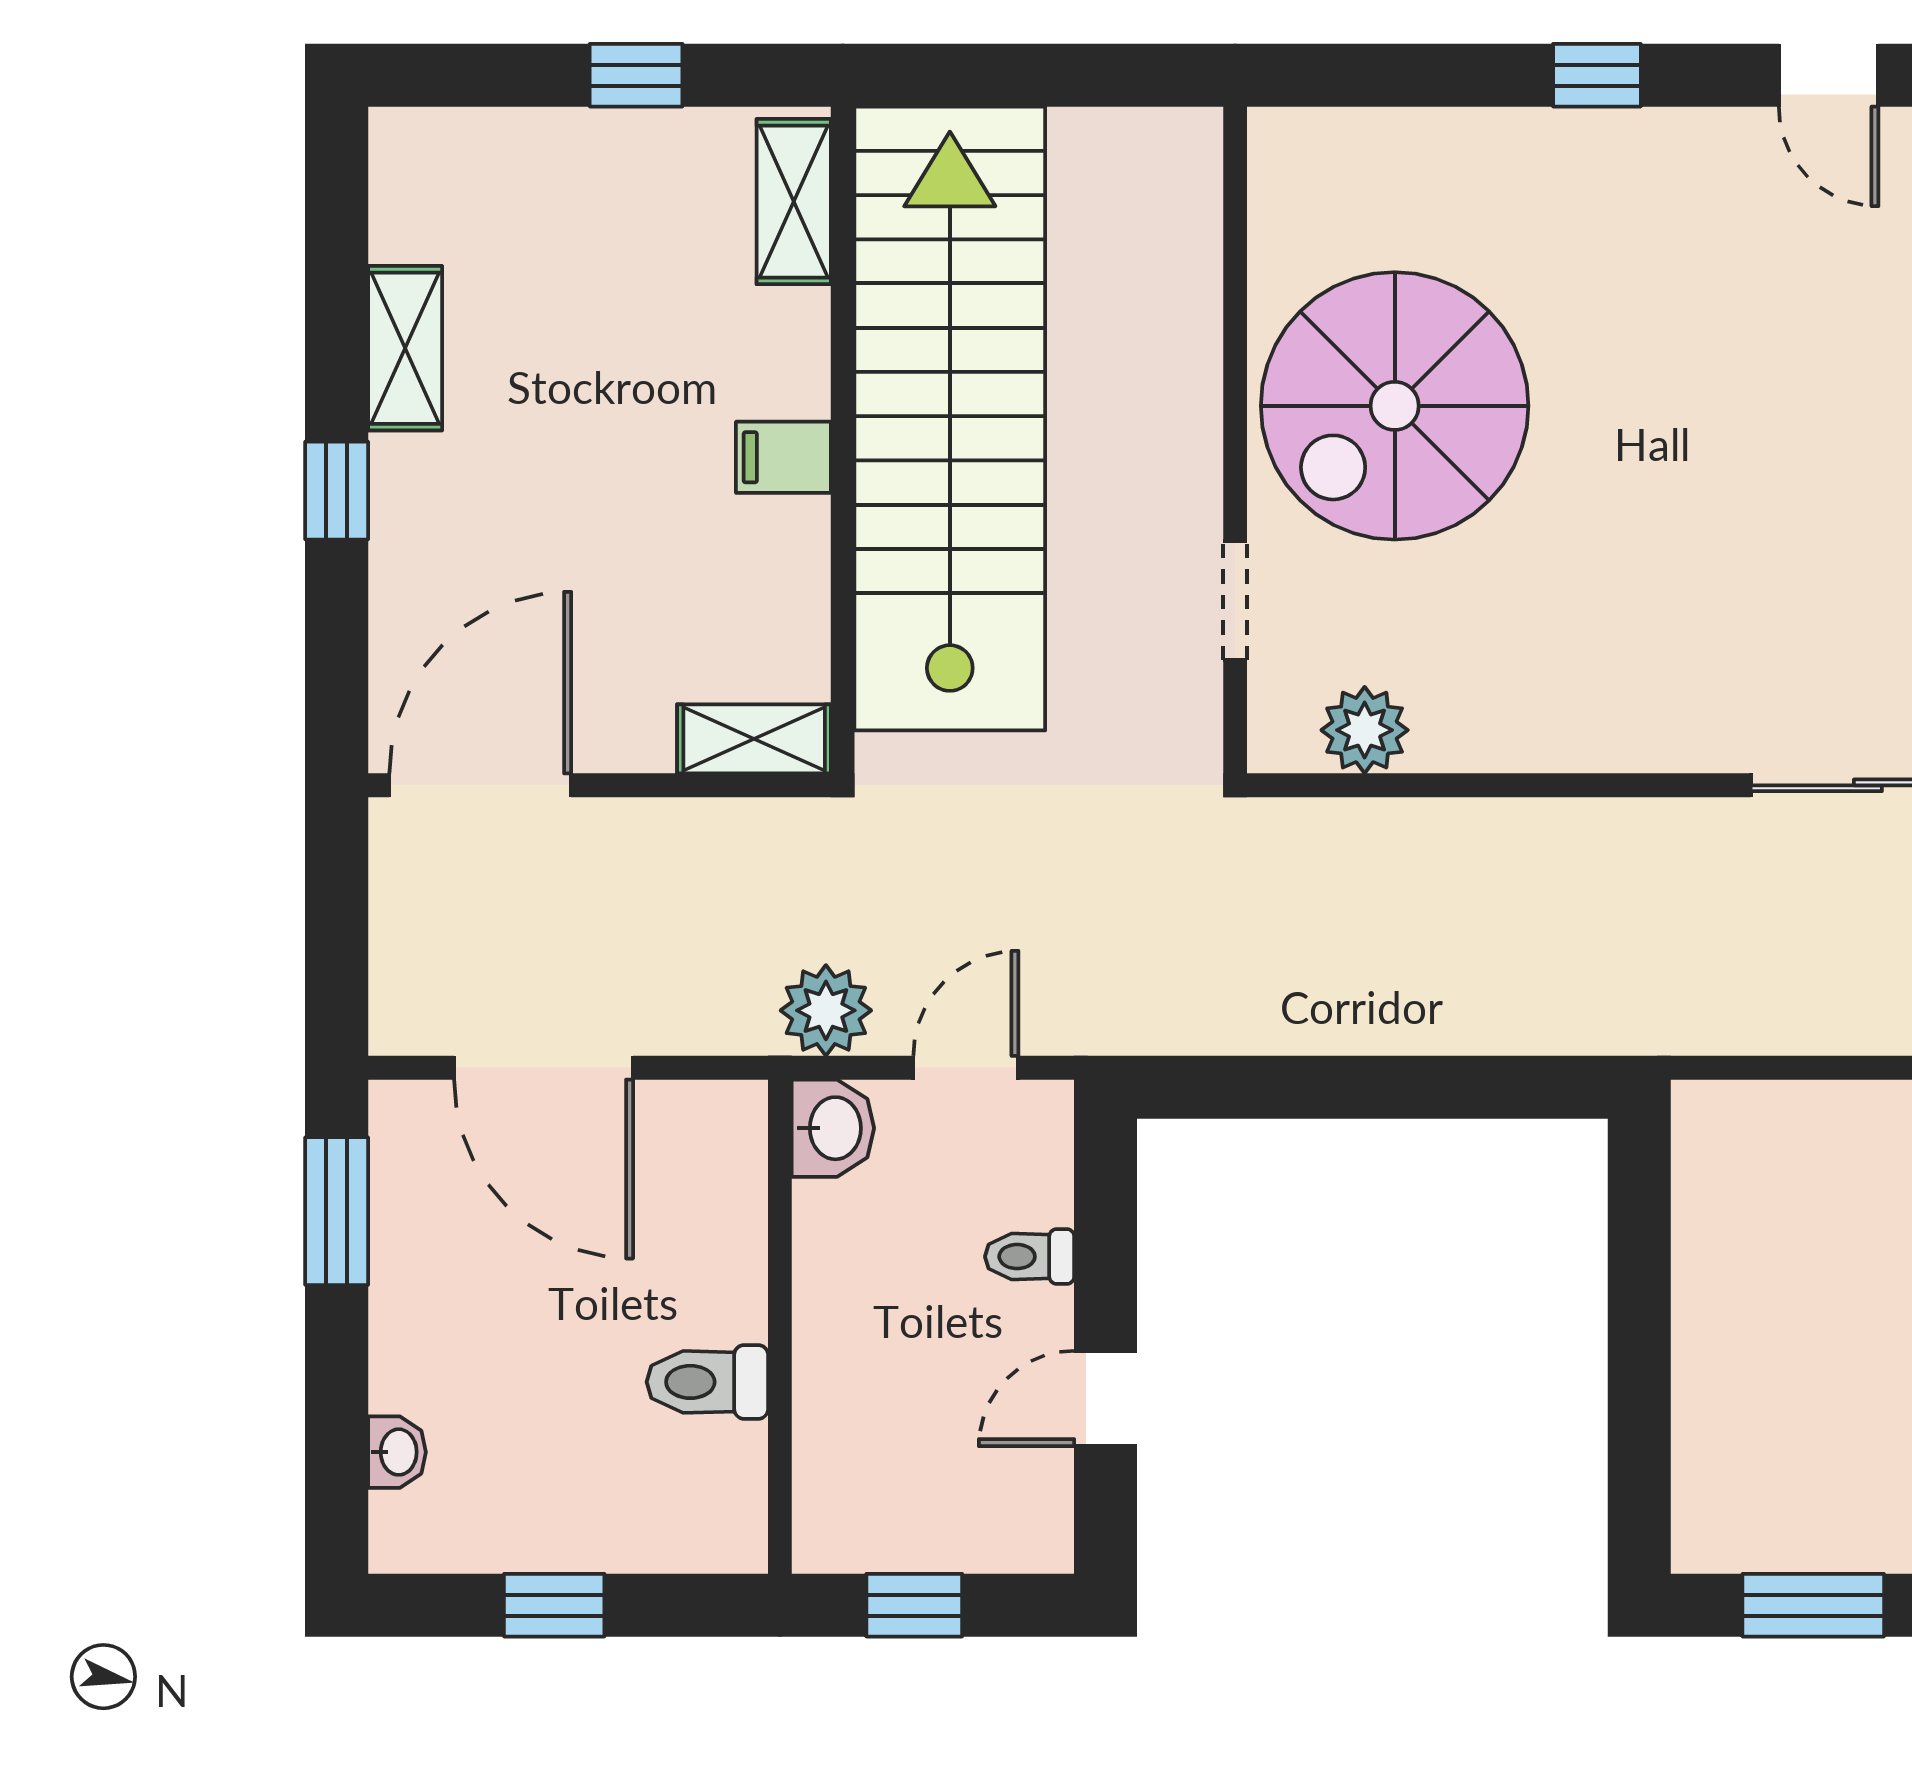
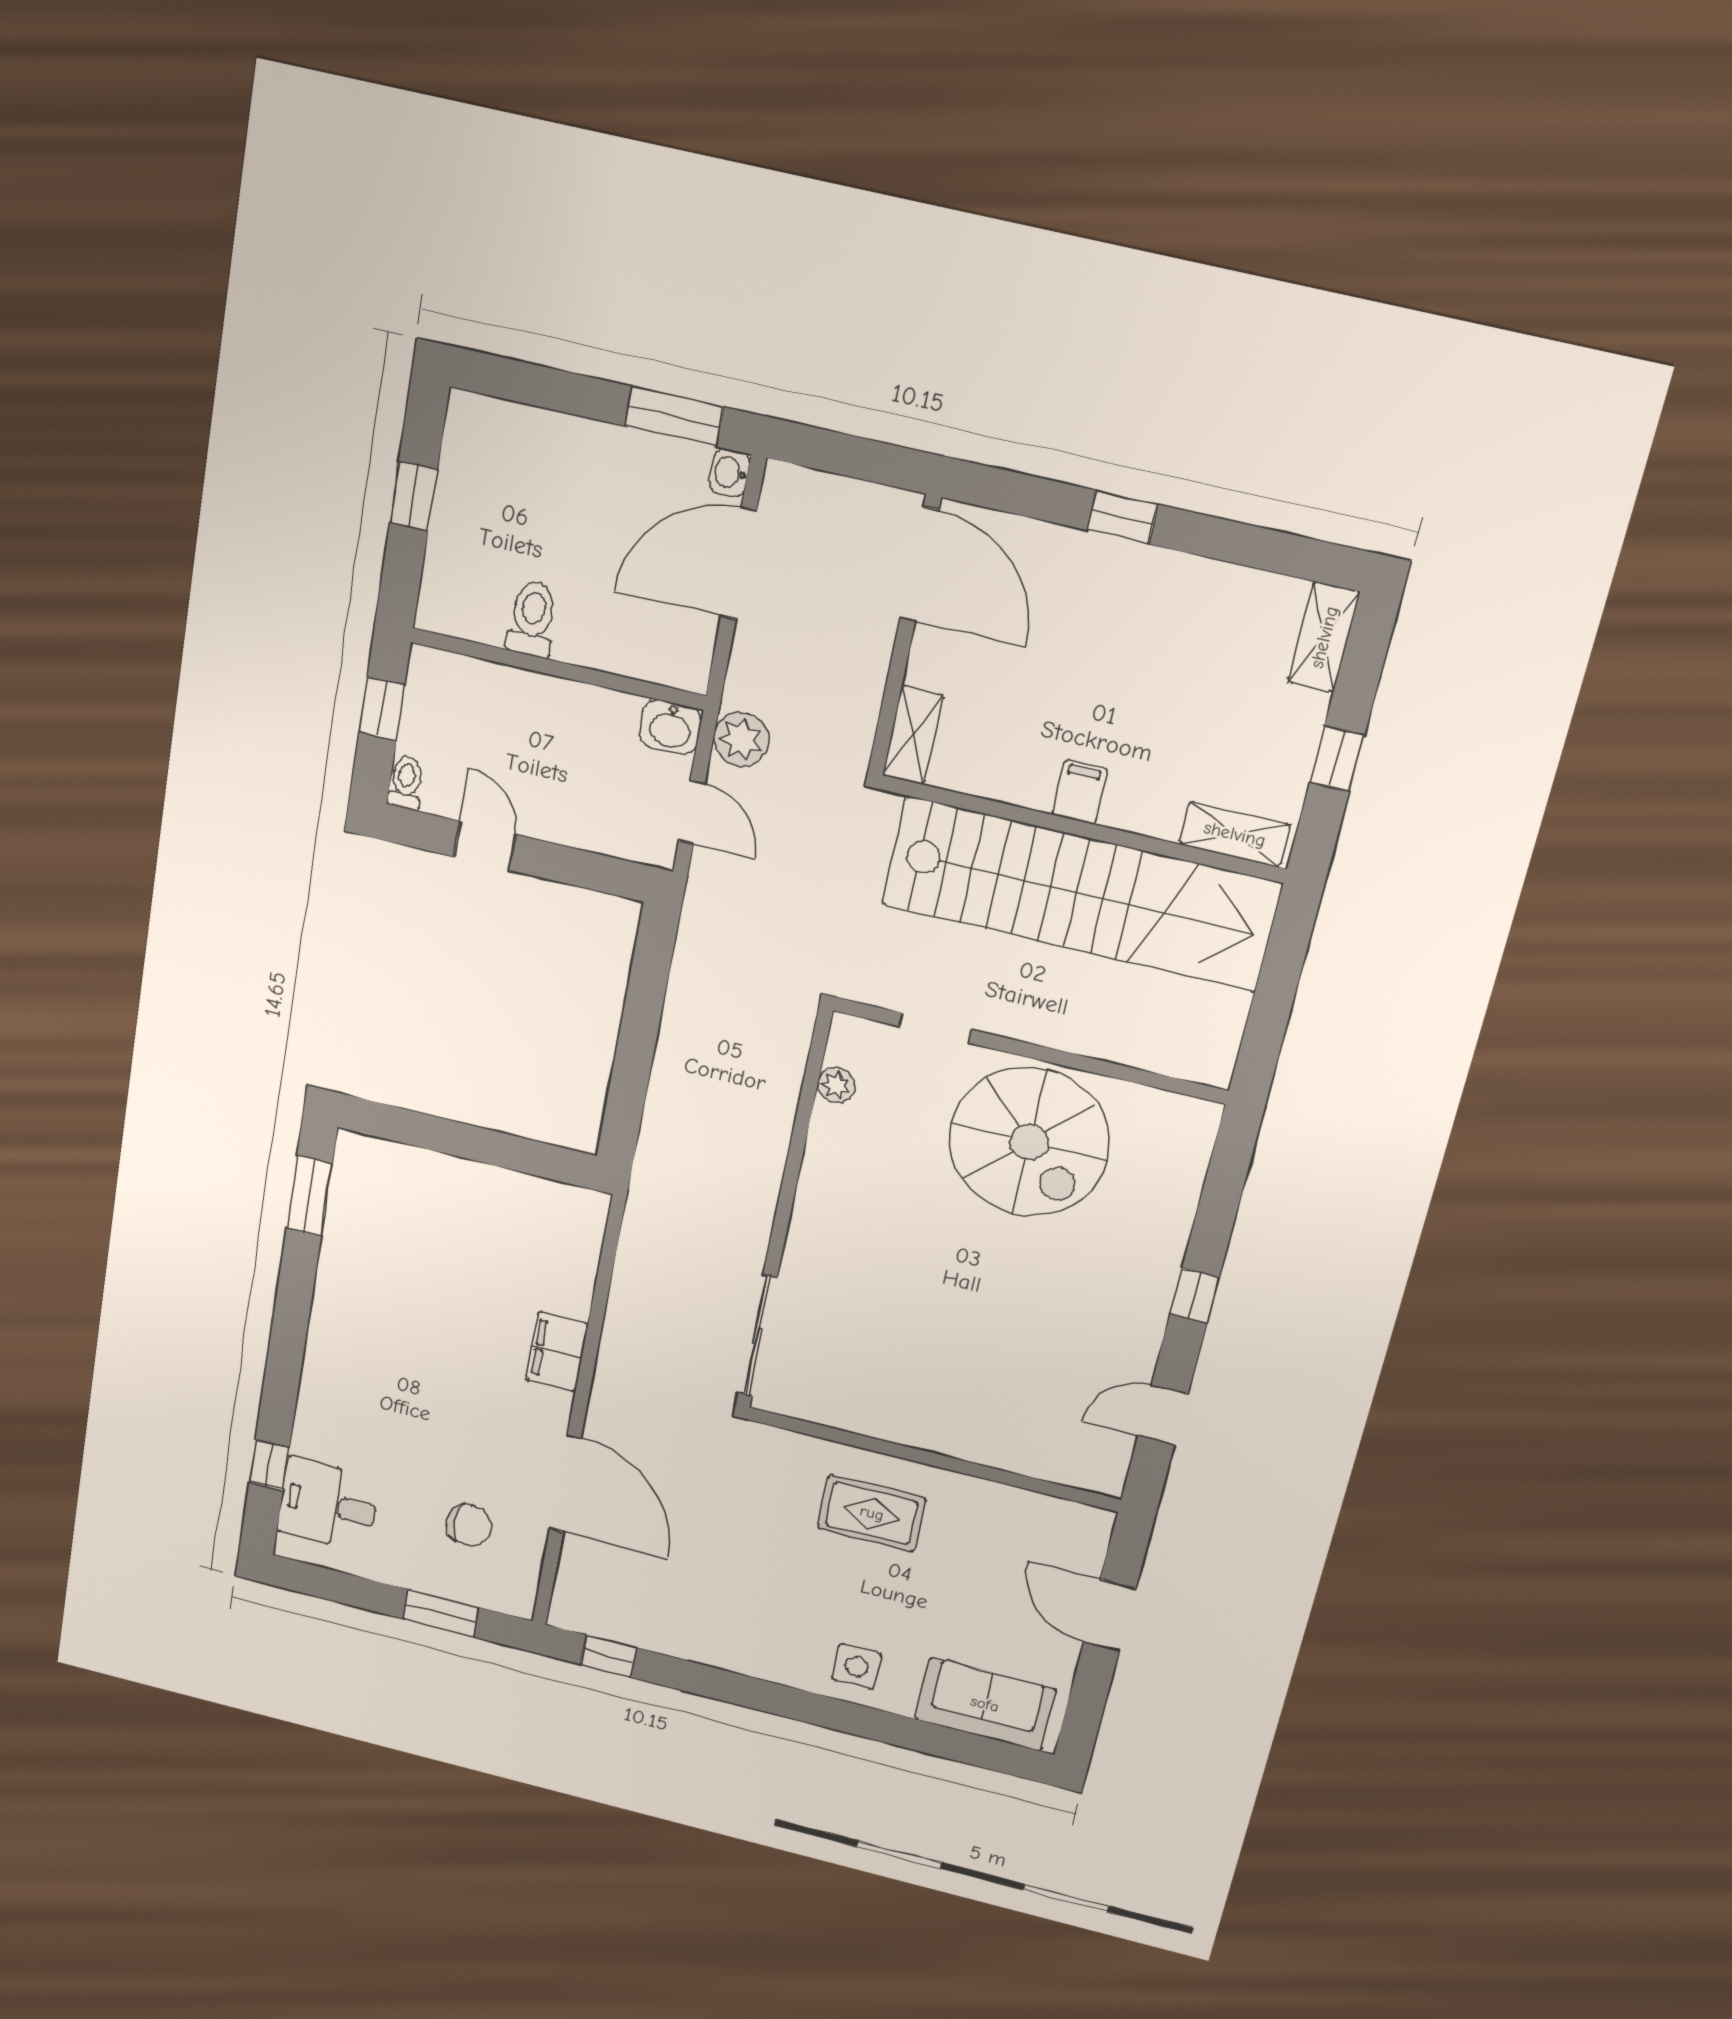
shelving: (405, 348) -> (1324, 637), moved, turned 90
spiral stairs: (1395, 406) -> (1029, 1142), turned 180
plant: (1365, 730) -> (836, 1085), width x0.73, depth x0.73
toilet: (1030, 1257) -> (406, 783), moved
washbasin: (397, 1452) -> (730, 472), moved, turned 90

